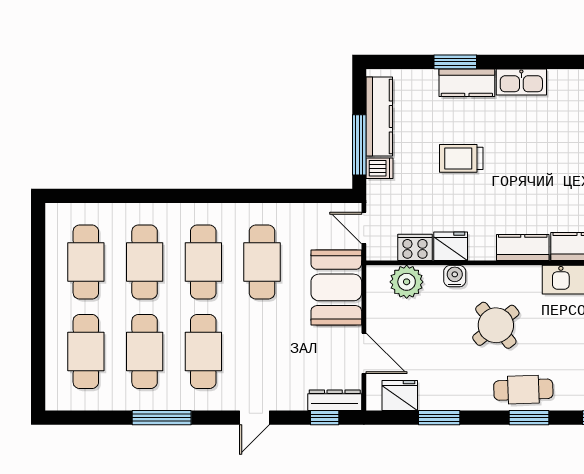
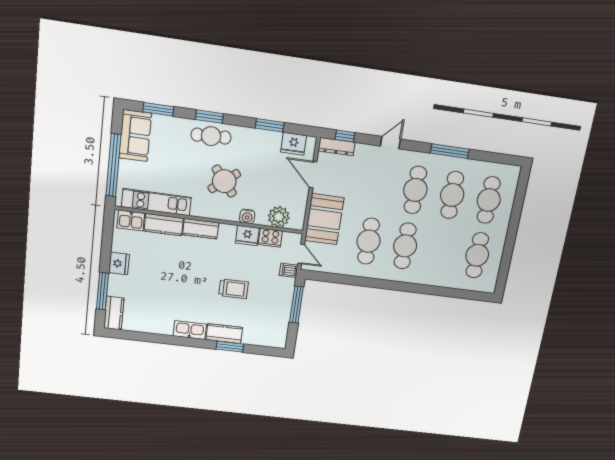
kitchen counter: (379, 117) -> (281, 320), removed
dishwasher: (380, 168) -> (289, 270), moved
cafe table: (145, 262) -> (441, 251), removed

